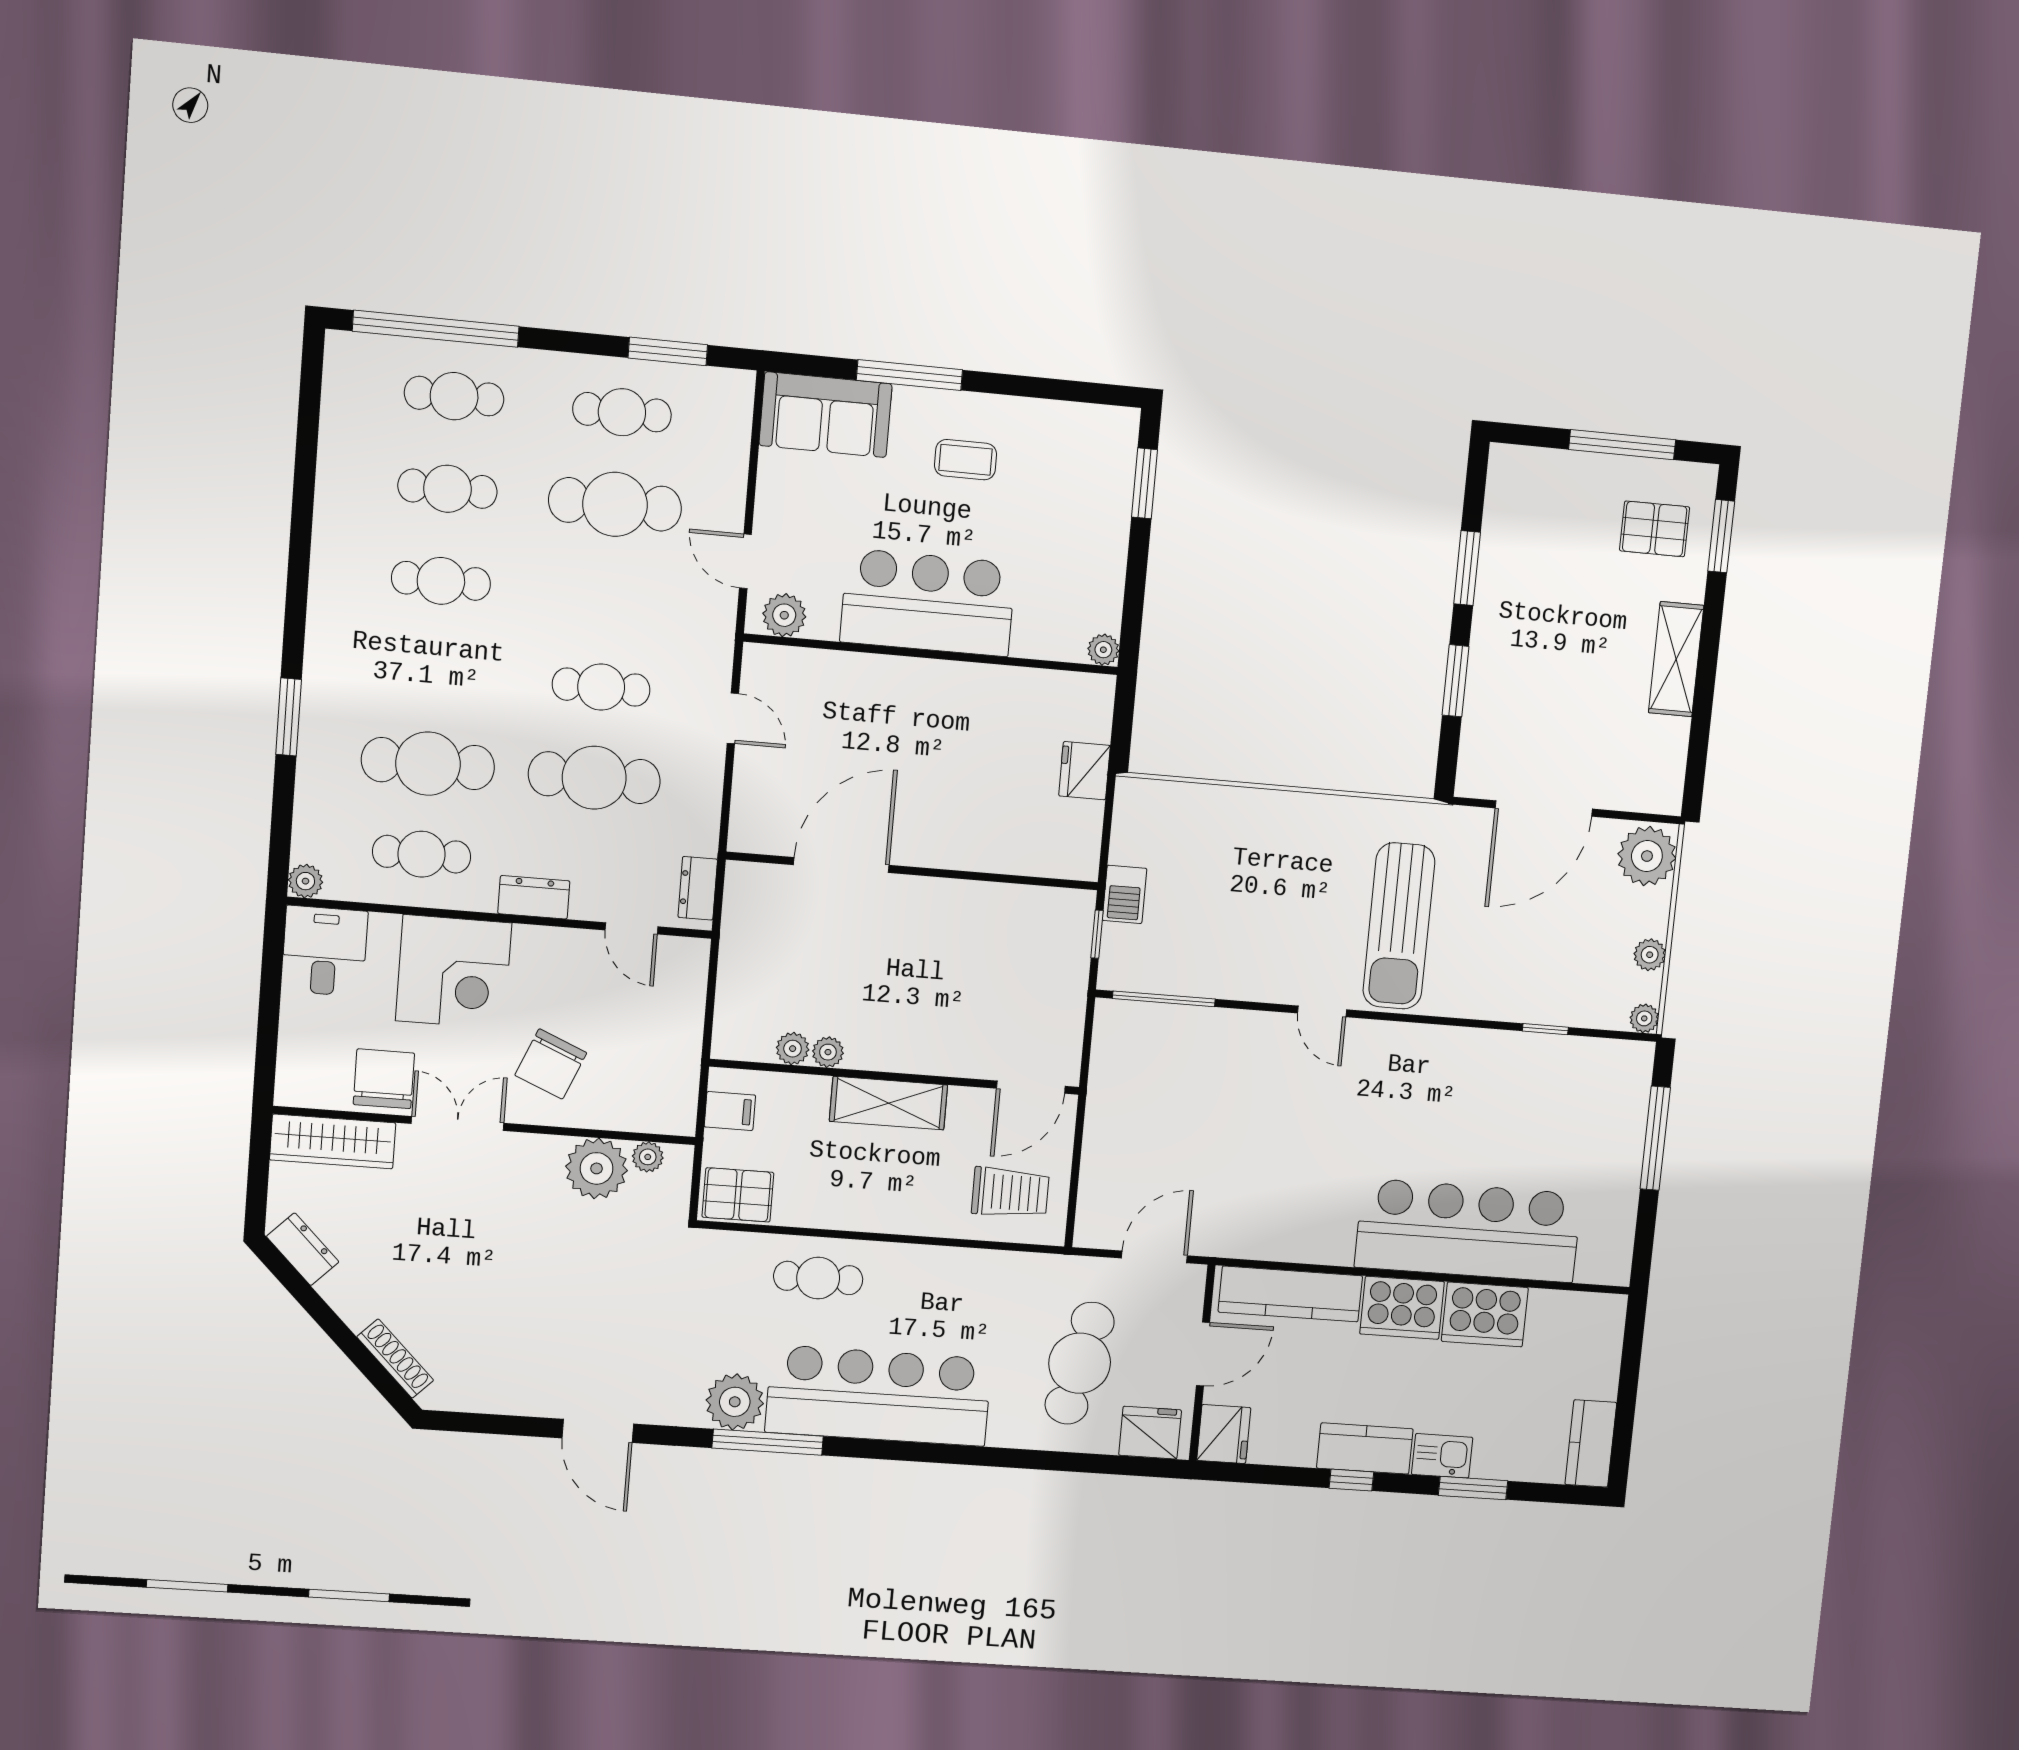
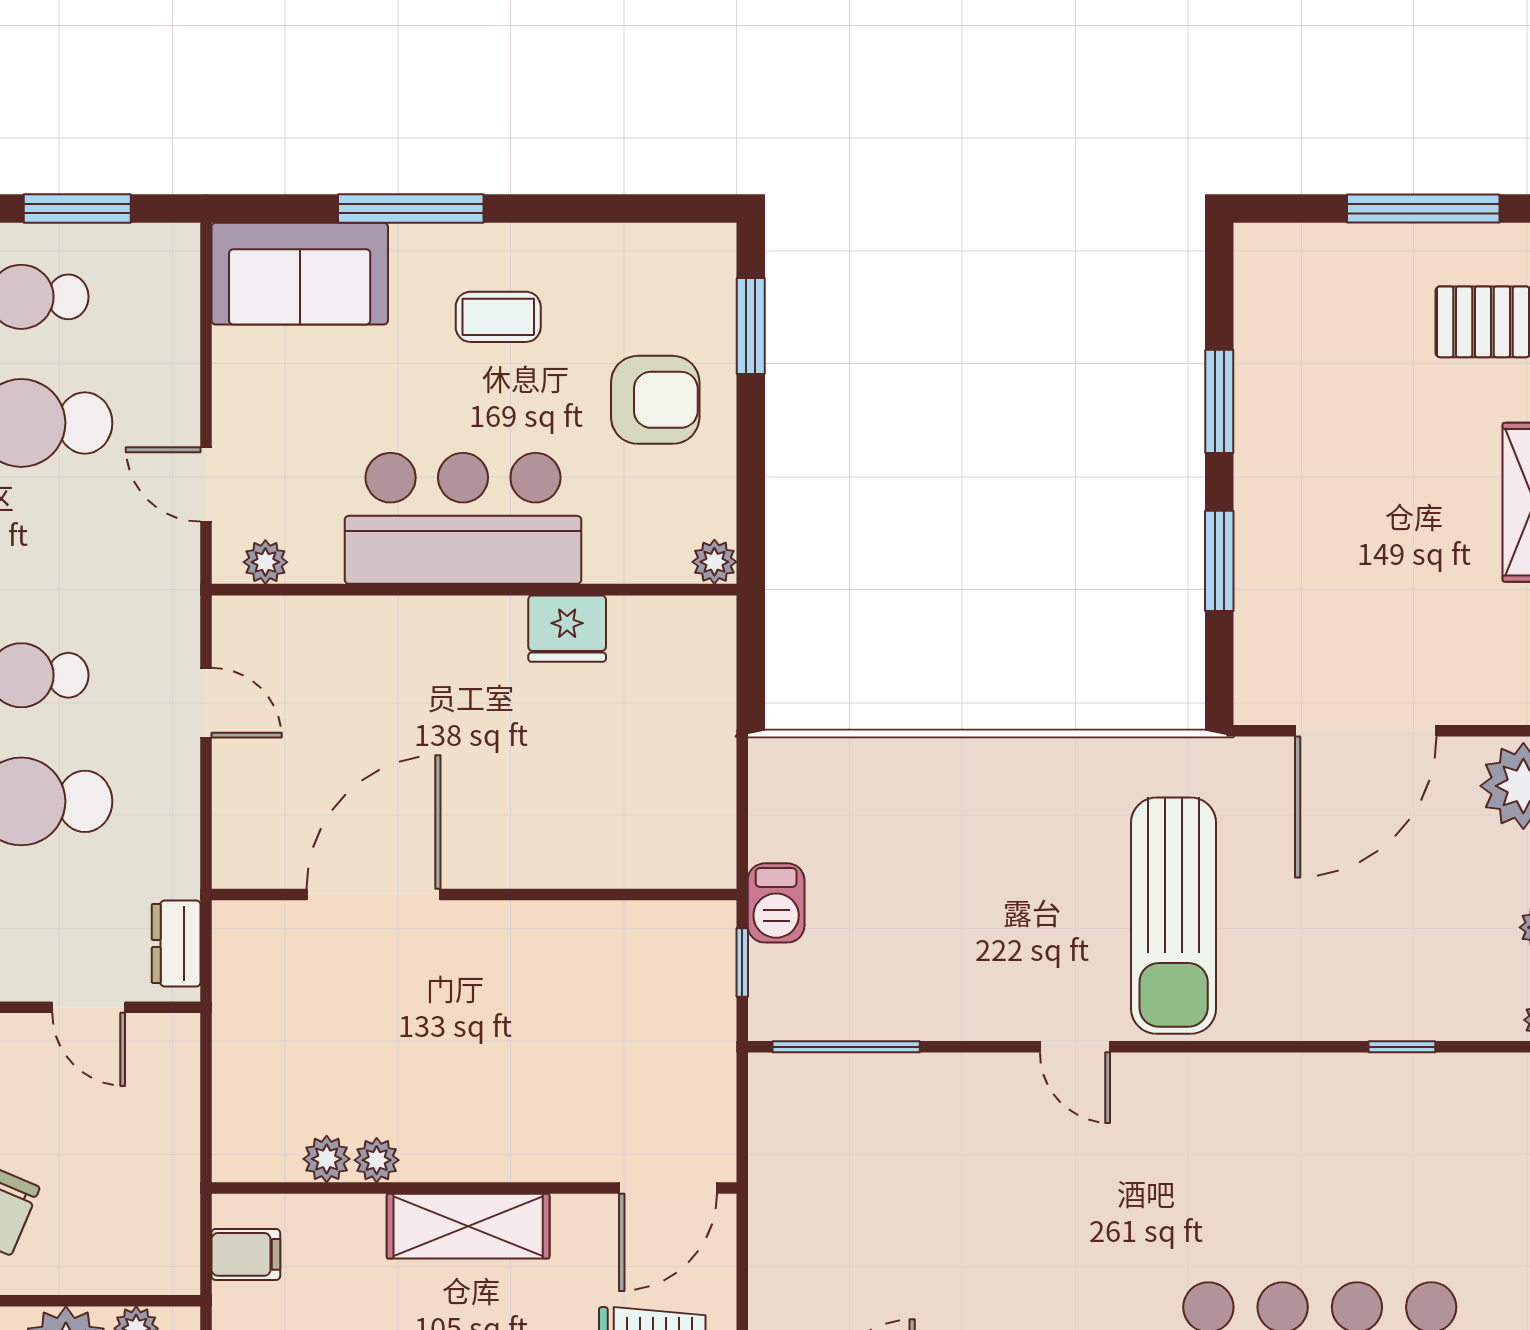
armchair: (1072, 530) -> (655, 400), added
plant: (784, 615) -> (265, 562), width x0.73, depth x0.73
fridge: (1084, 771) -> (567, 629), moved, turned -90

